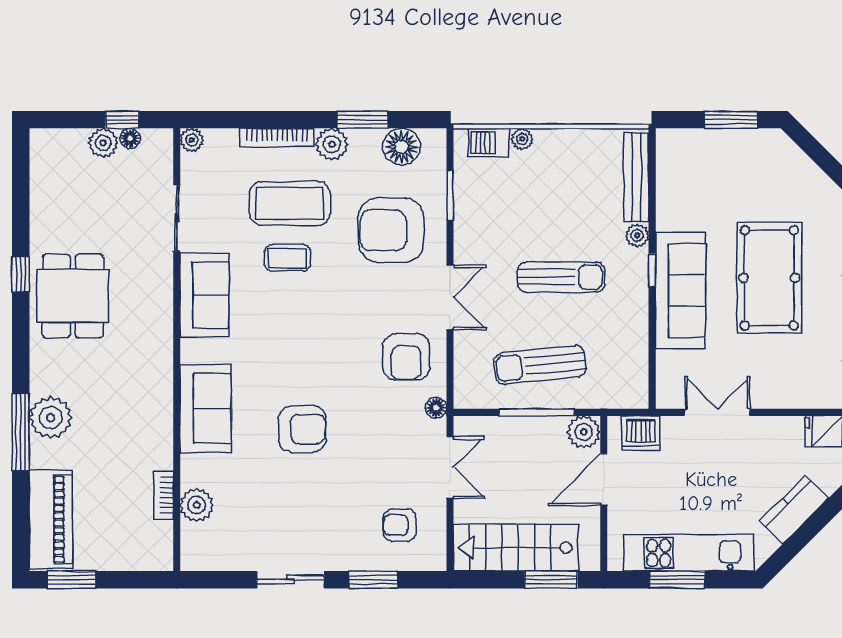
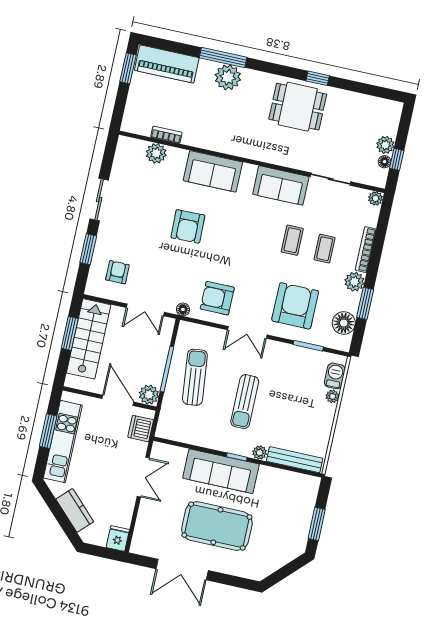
coffee table: (290, 203) -> (325, 249), width x0.54, depth x0.58
window: (551, 580) -> (70, 333), moved

